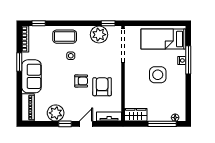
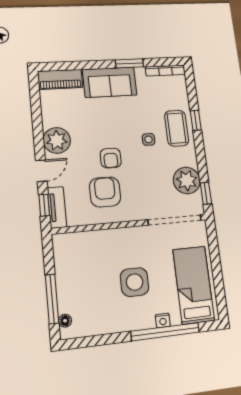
window: (39, 23) -> (196, 120), moved
window: (188, 60) -> (165, 332), width x1.46
armchair: (102, 87) -> (105, 192), turned -90
plant: (56, 113) -> (57, 140), moved
wardrobe: (136, 115) -> (64, 252), removed
window: (65, 124) -> (44, 205), moved
door: (86, 124) -> (41, 171), hinge flipped

